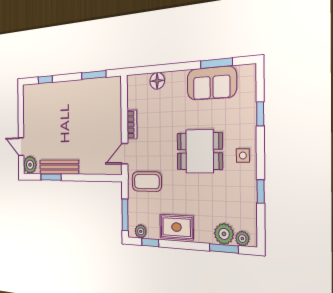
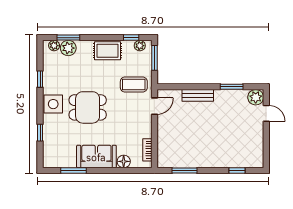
sofa: (212, 83) -> (96, 157), moved
bookcase: (132, 125) -> (147, 150), moved
side table: (243, 156) -> (53, 104), width x1.87, depth x1.87
bench: (59, 167) -> (198, 95), moved, width x0.73

